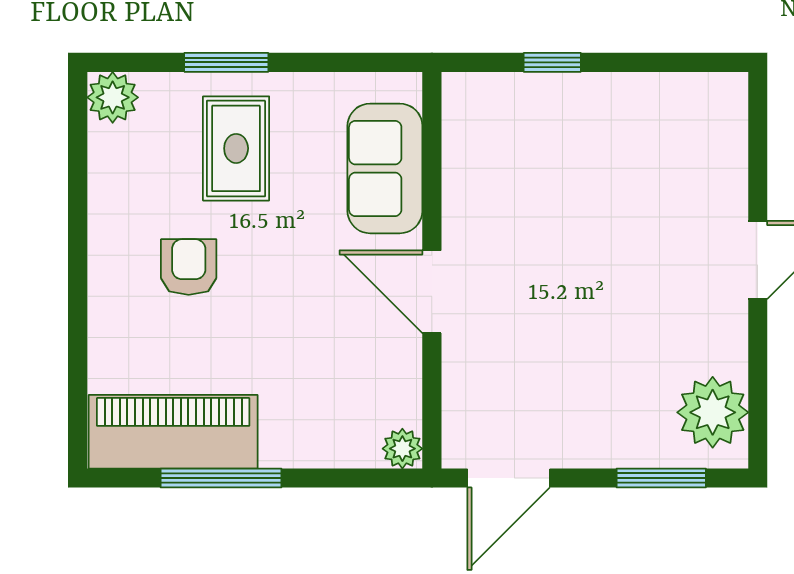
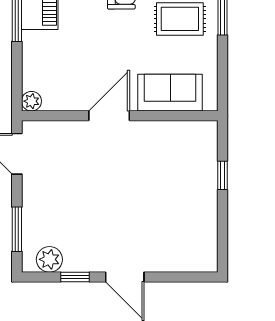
window: (758, 361) -> (75, 277), added
plant: (713, 412) -> (49, 259), width x0.73, depth x0.73

